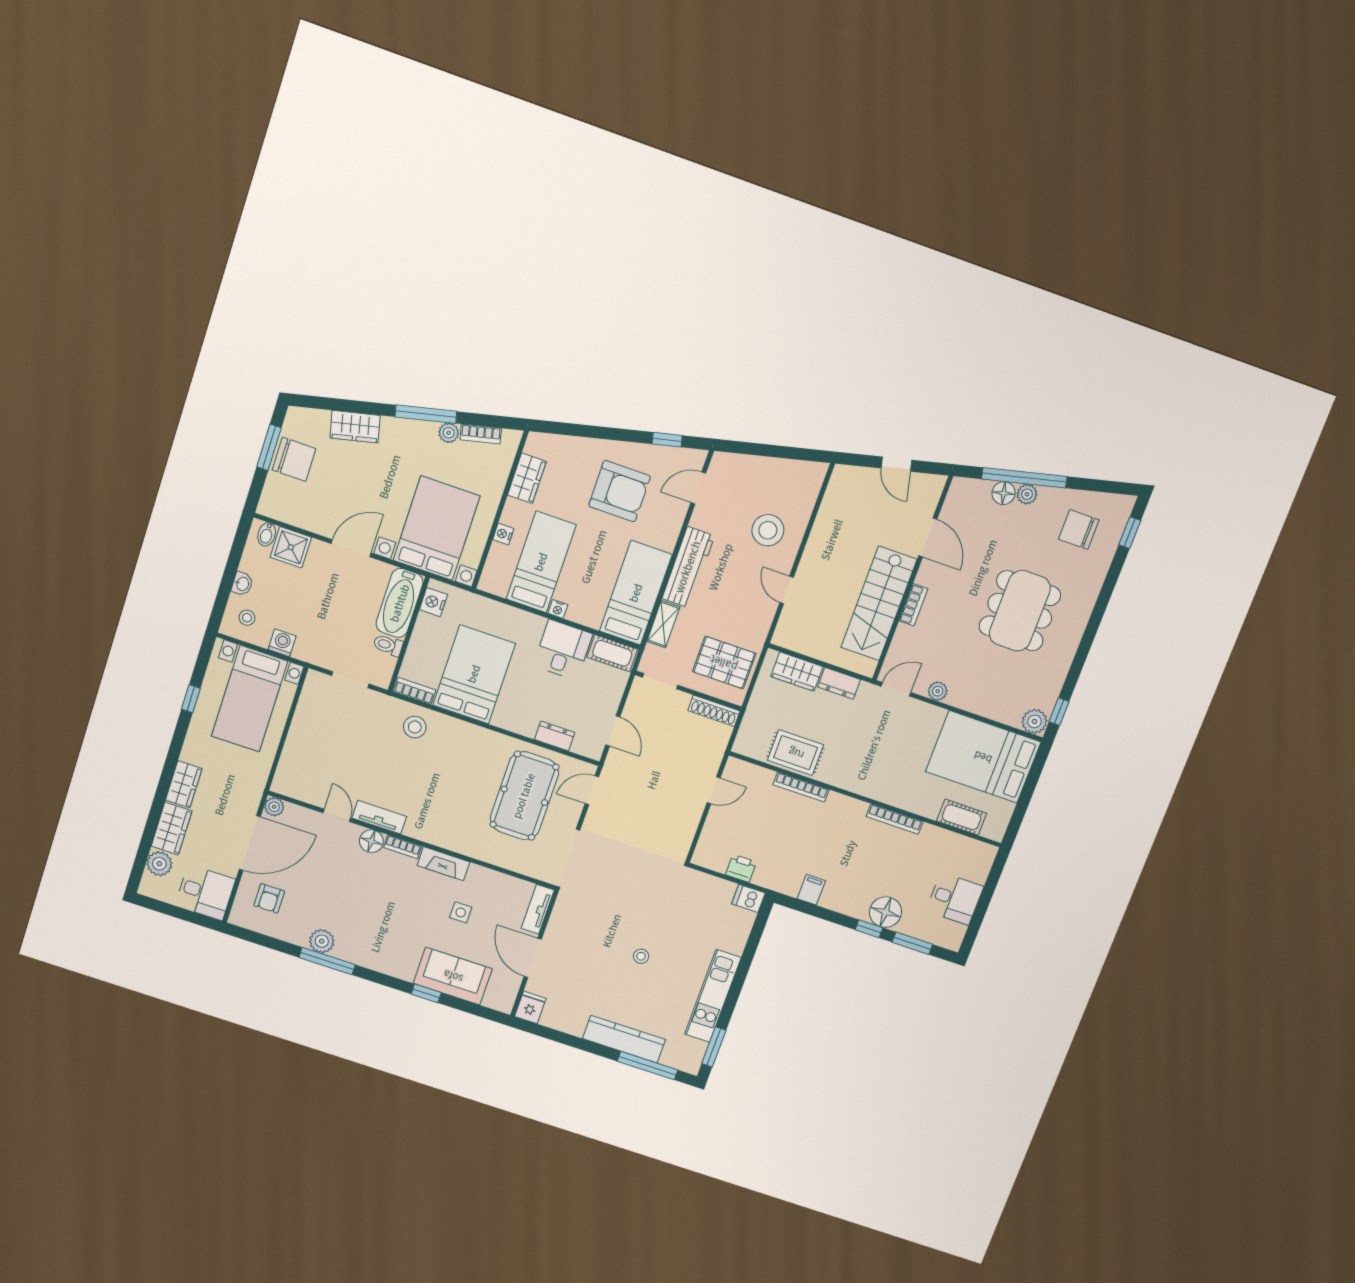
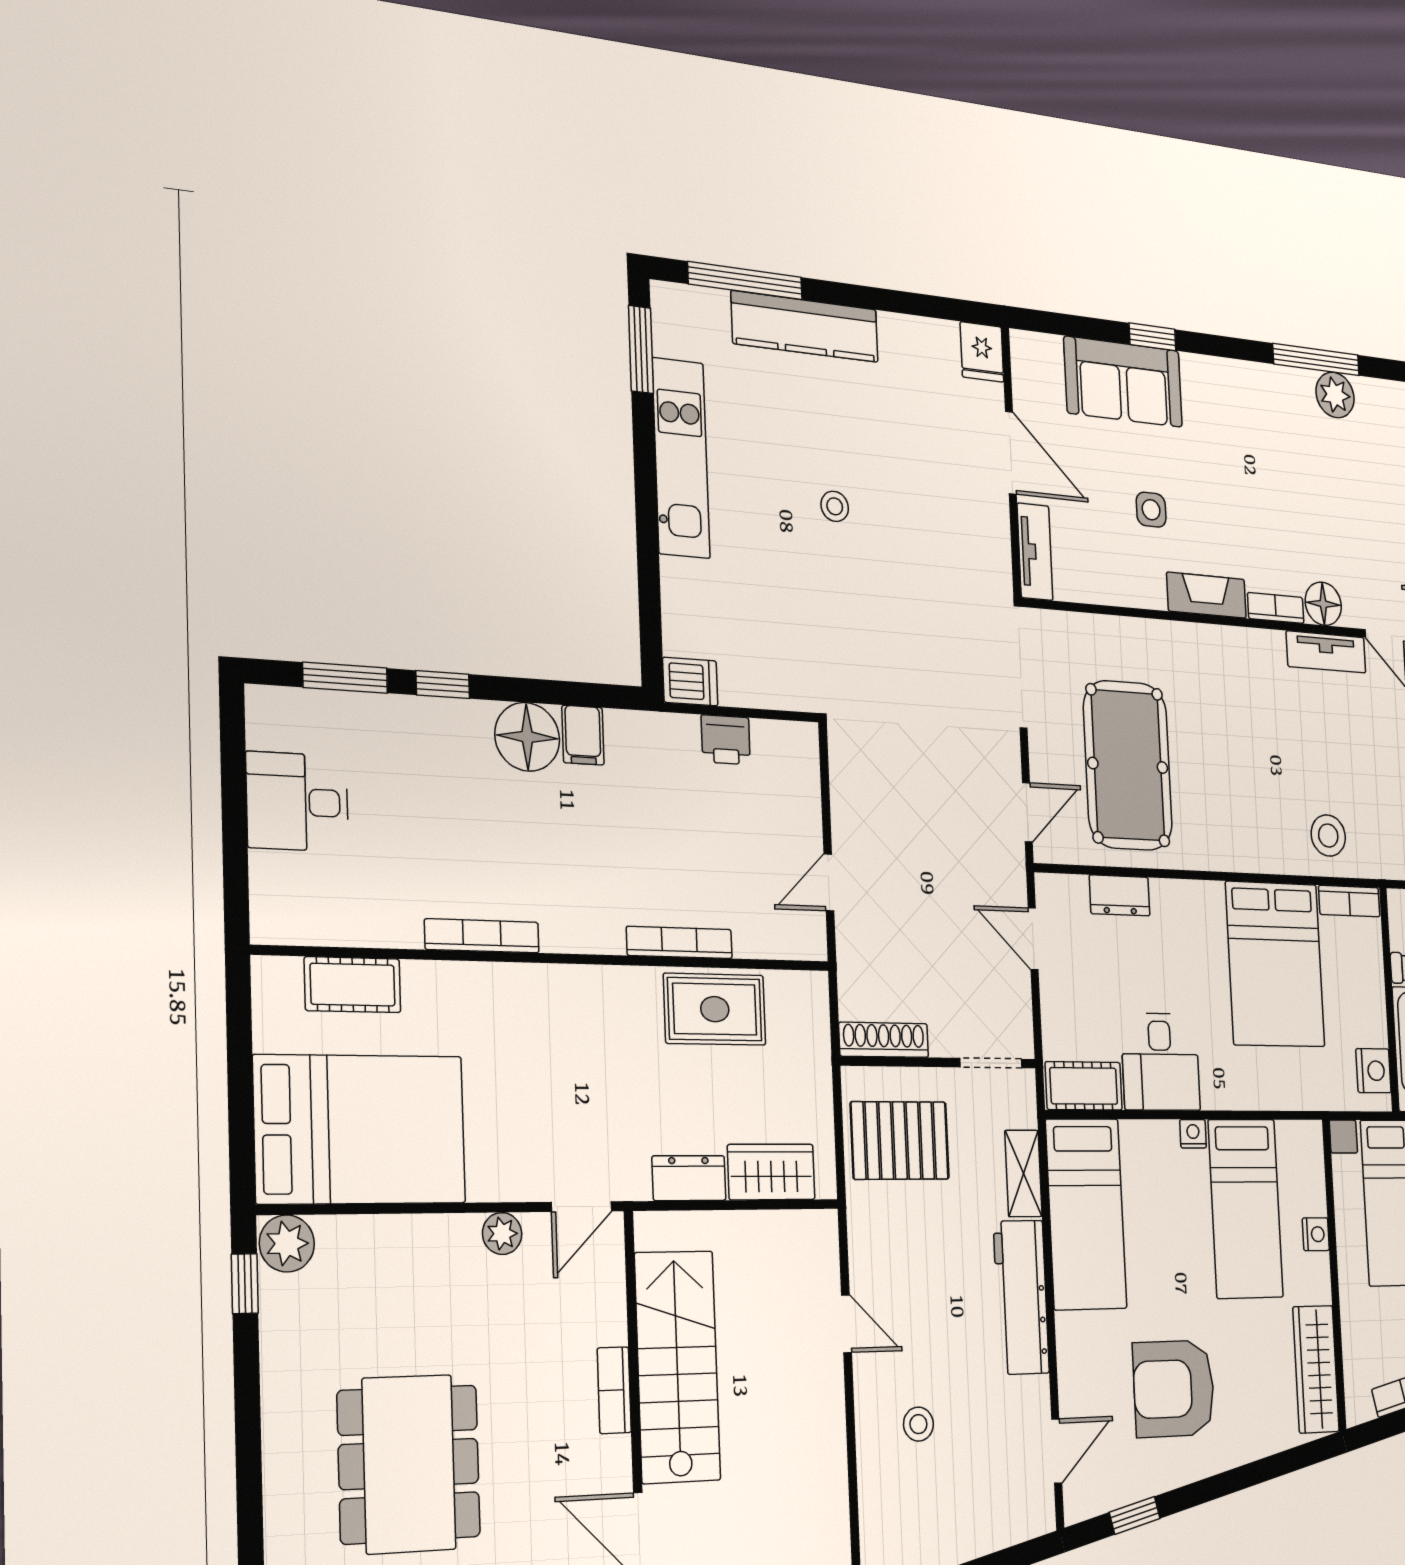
wardrobe: (527, 478) -> (1316, 1369), width x1.50
stool: (768, 530) -> (918, 1424), width x0.53, depth x0.53
floor lamp: (886, 912) -> (527, 737), moved

